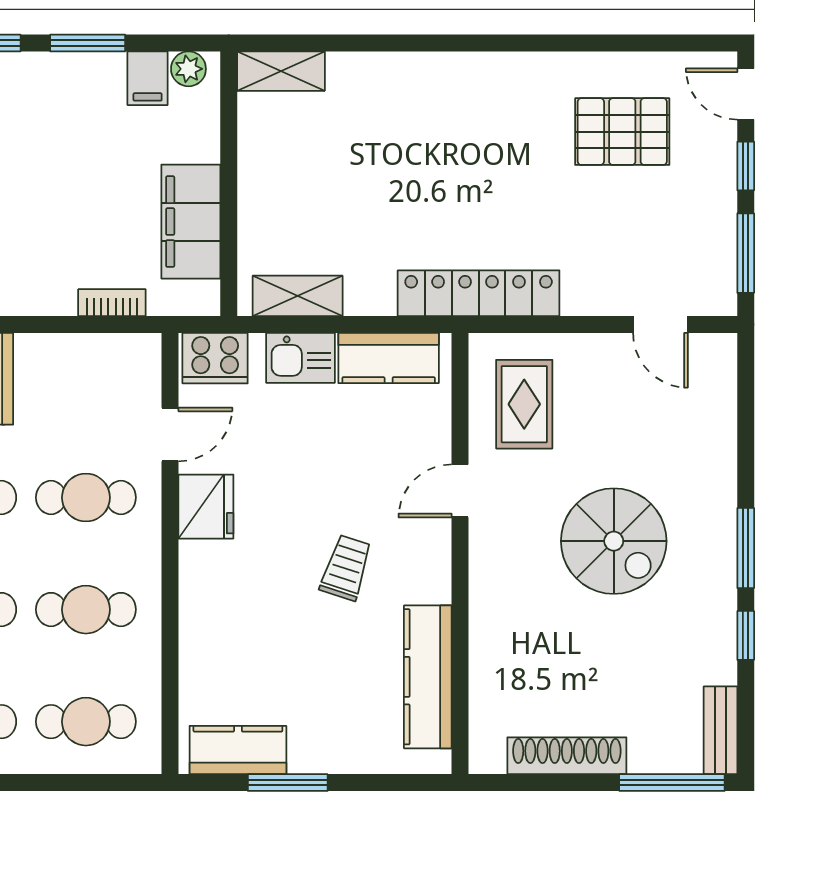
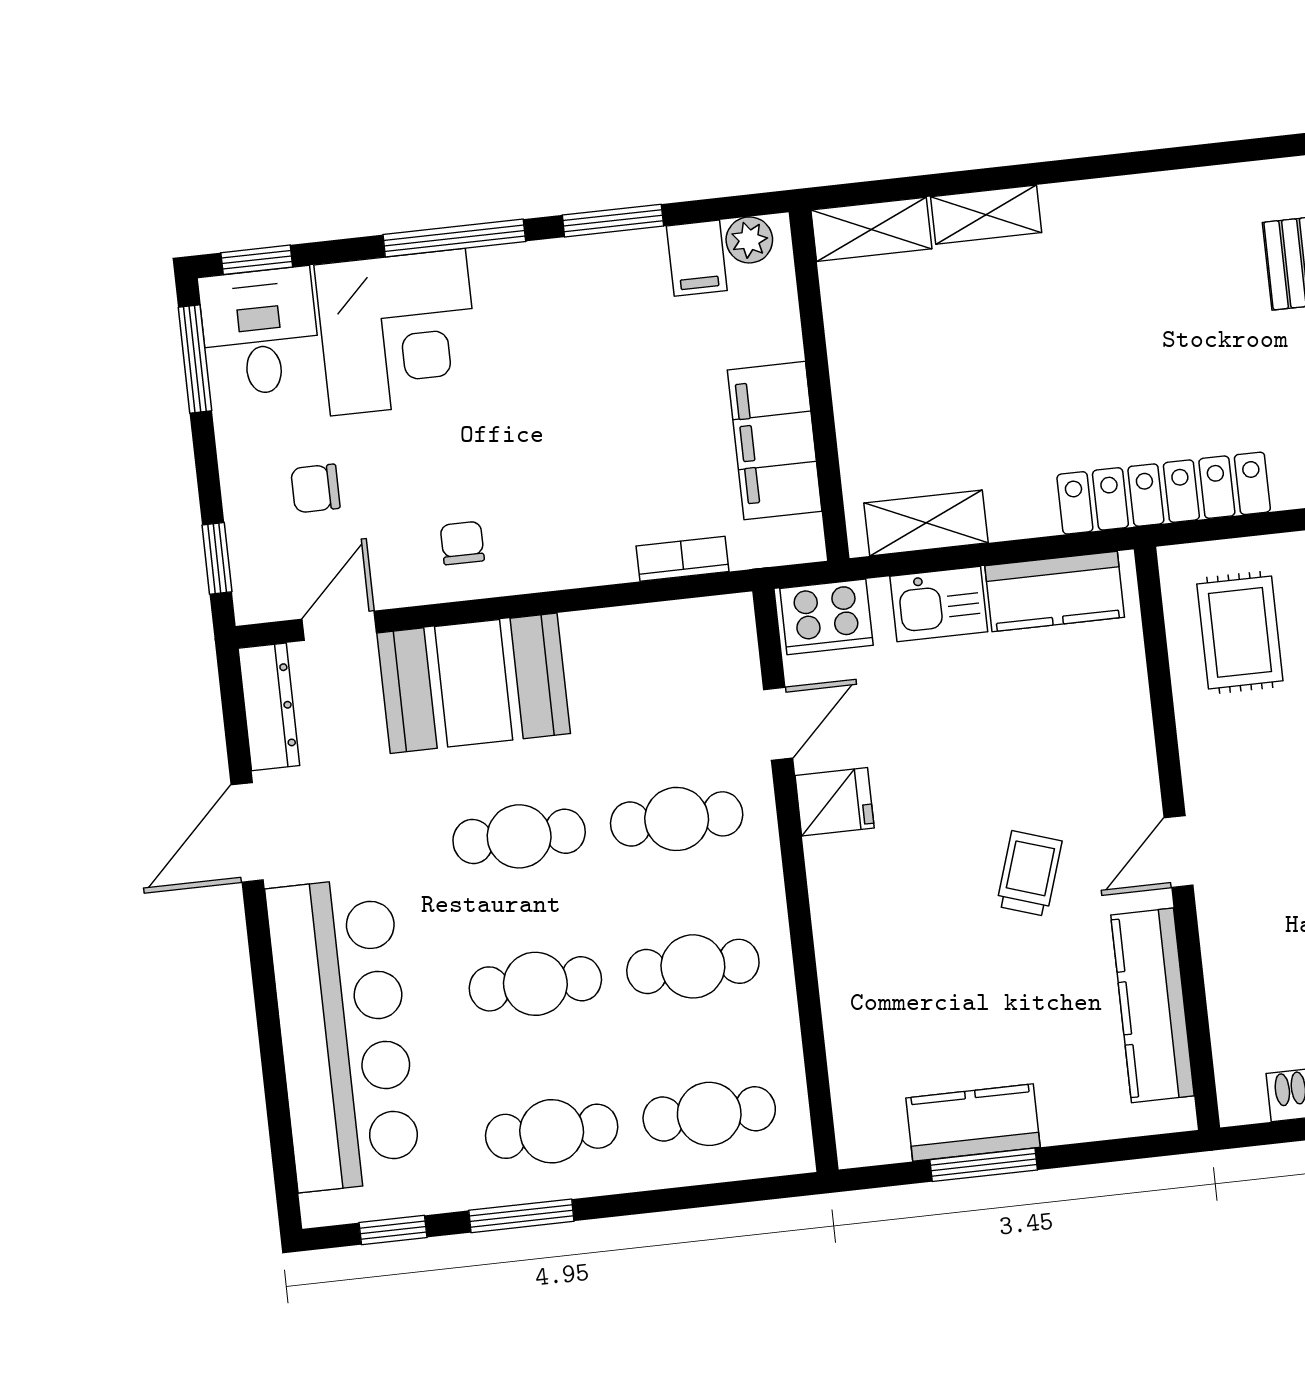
shelving: (368, 69) -> (986, 215), added
door: (460, 491) -> (1178, 852), moved
fridge: (206, 507) -> (835, 802), width x0.72
kitchen counter: (238, 750) -> (973, 1123), moved

